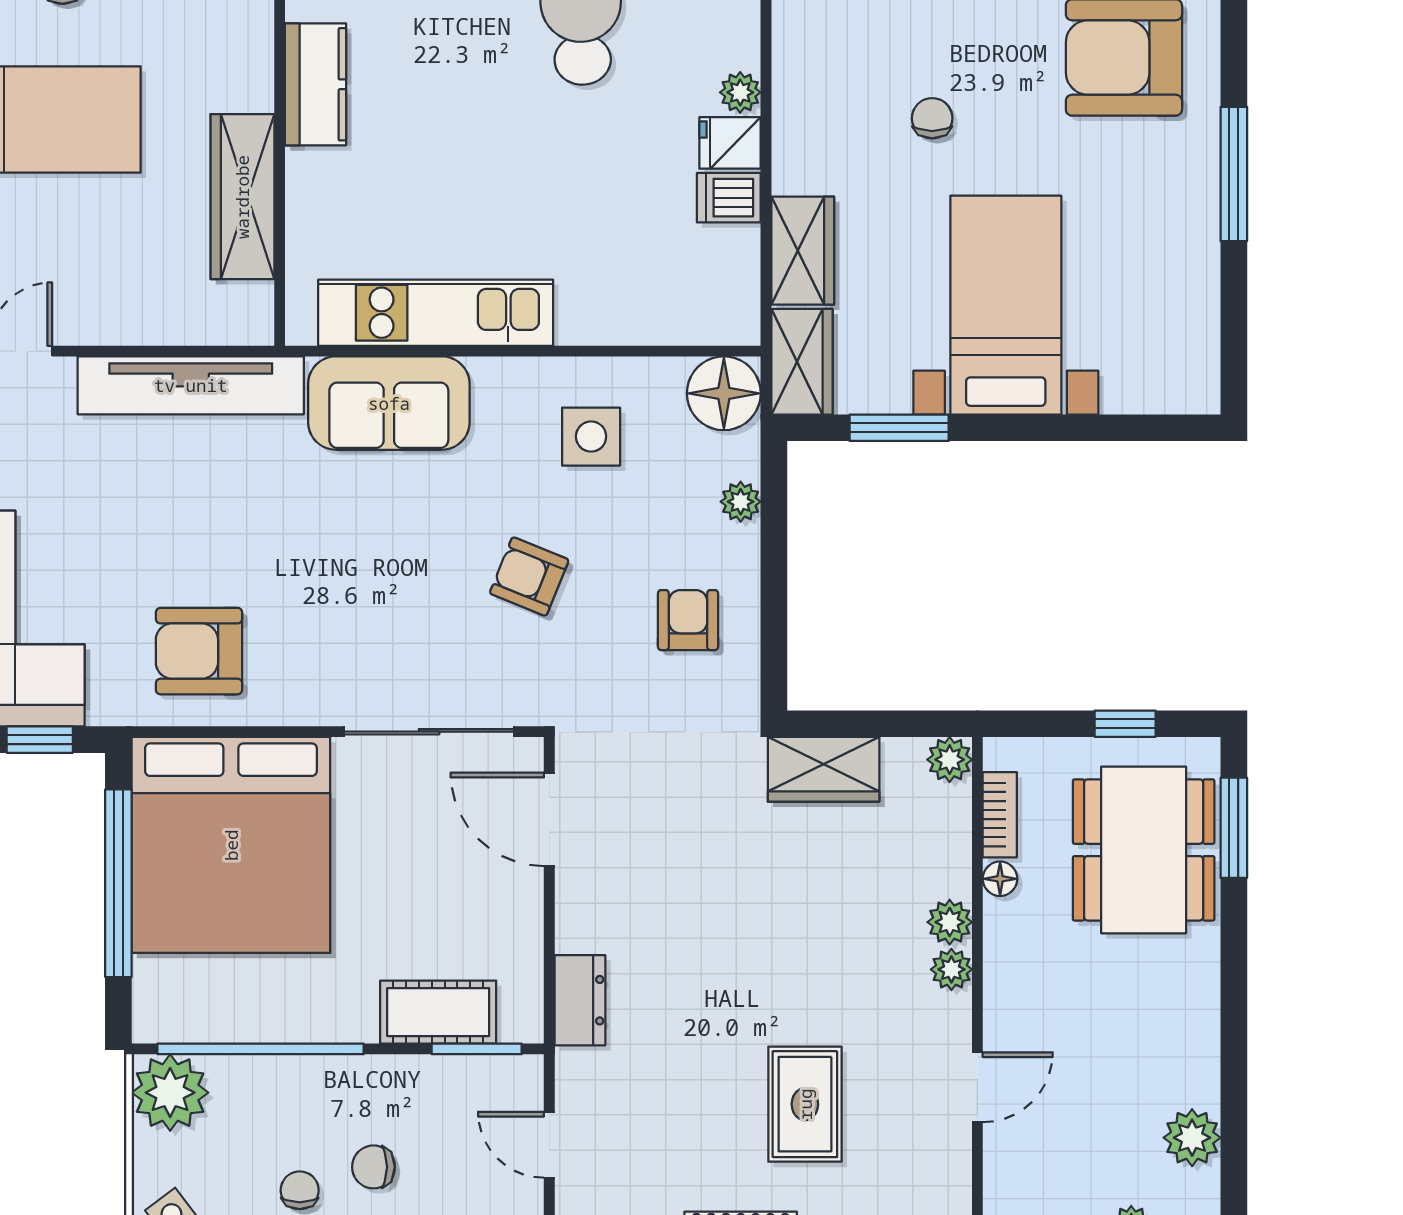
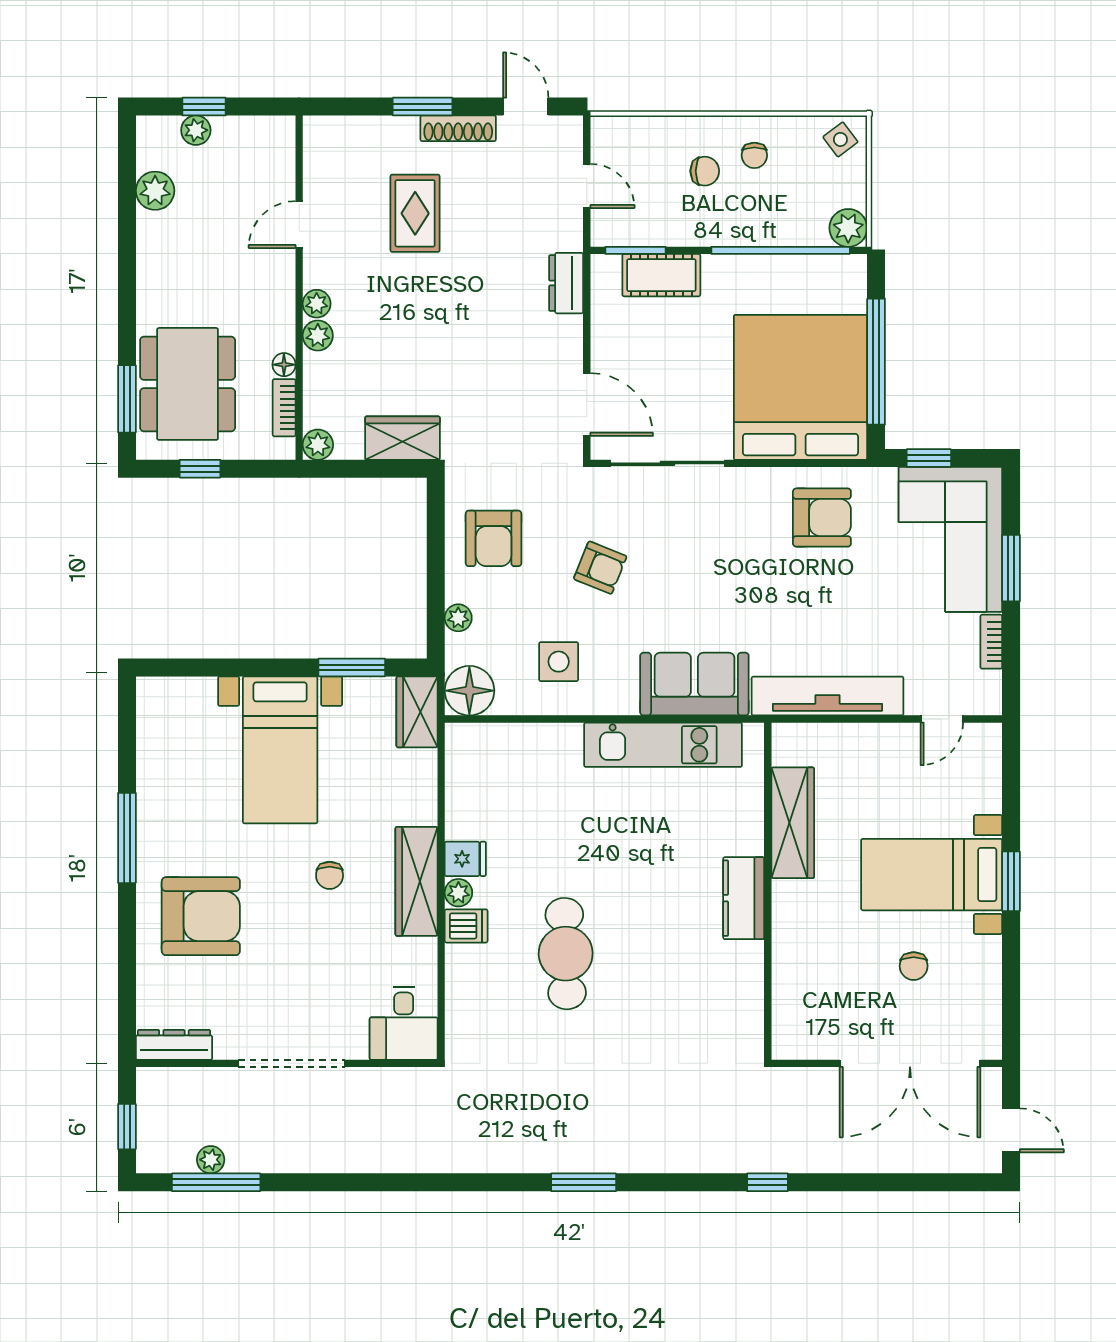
dishwasher: (729, 198) -> (466, 926), moved
wardrobe: (803, 251) -> (417, 881), moved, width x1.50
armchair: (688, 620) -> (494, 538), width x1.38, depth x1.38
plant: (170, 1093) -> (848, 228), width x0.73, depth x0.73

